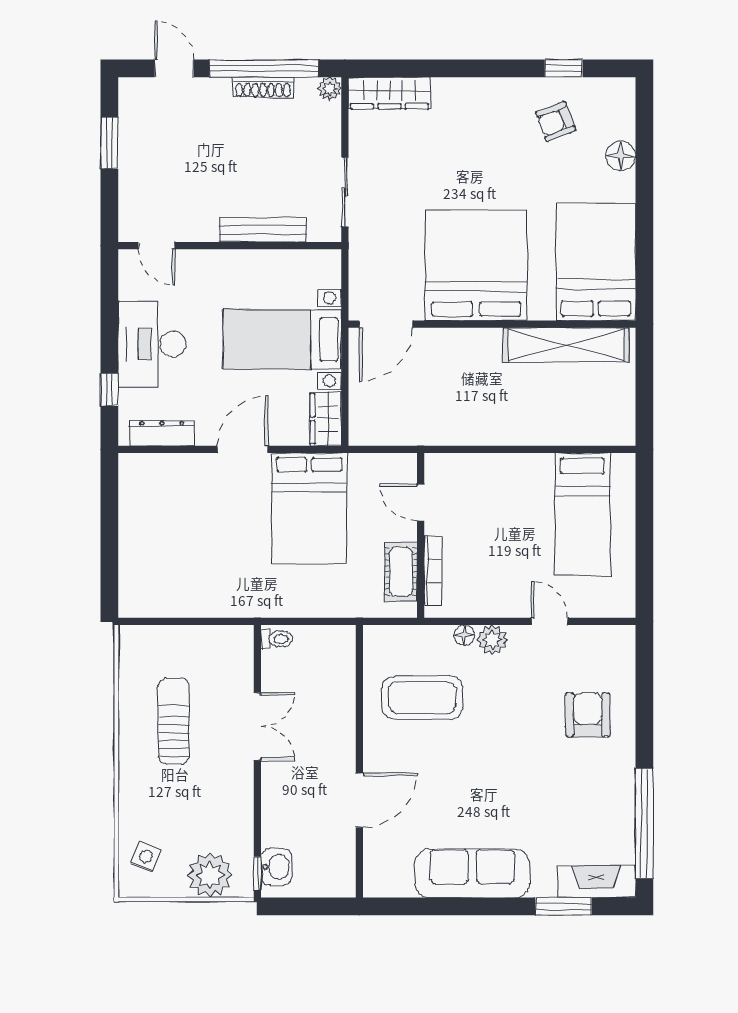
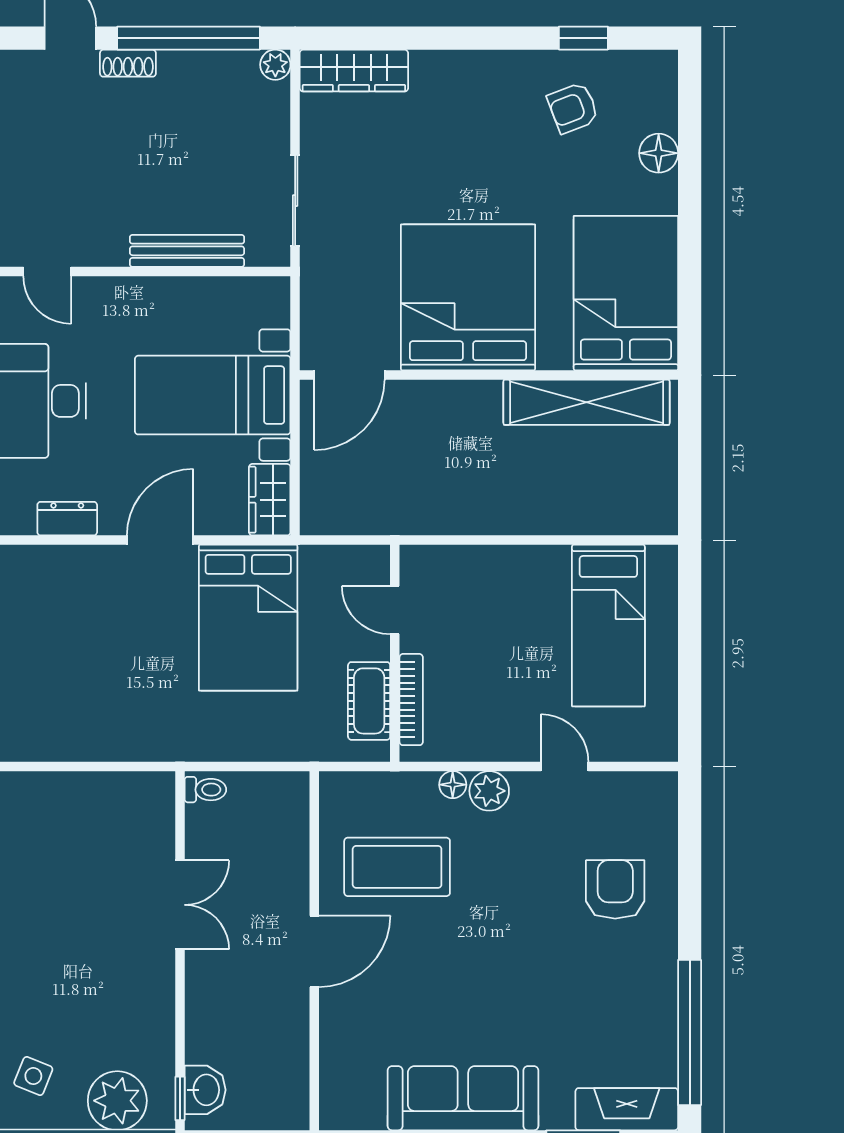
shoe rack: (263, 87) -> (128, 63), moved, width x0.70
dresser: (162, 433) -> (67, 519), width x0.70
sun lounger: (174, 721) -> (70, 898), removed
door: (359, 800) -> (314, 951), moved

